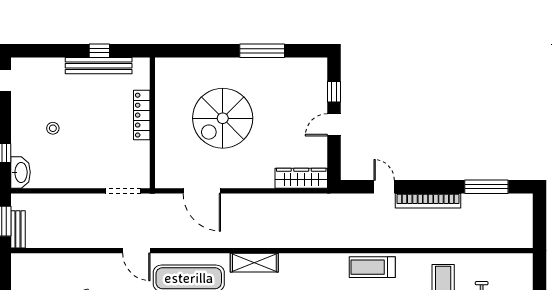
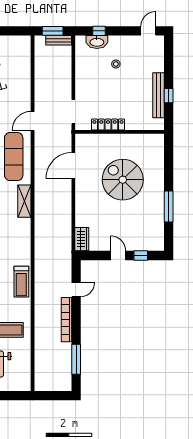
locker: (142, 115) -> (108, 125), moved
washbasin: (20, 172) -> (97, 42), moved
wardrobe: (301, 178) -> (82, 239), width x0.67
bench: (18, 229) -> (59, 40), moved
treadmill: (372, 267) -> (21, 282), turned 180

